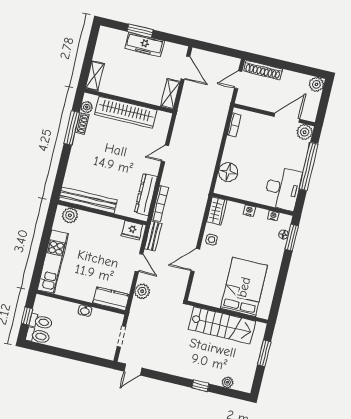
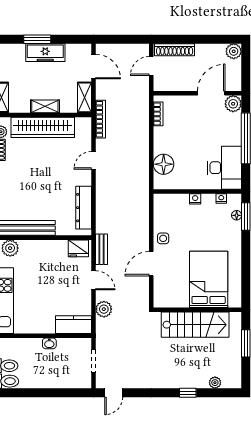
shelving: (132, 94) -> (45, 106), added
bookcase: (160, 203) -> (101, 119), moved
wardrobe: (217, 211) -> (161, 207), removed

